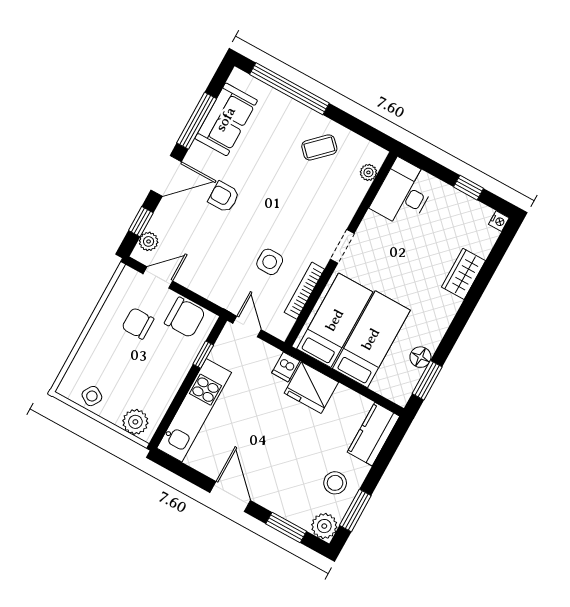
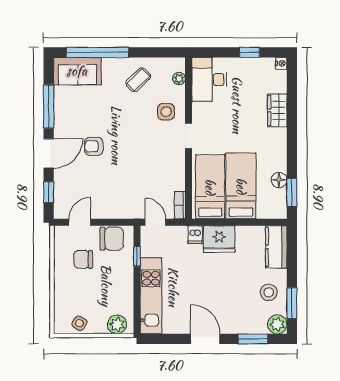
sofa: (226, 119) -> (77, 71), moved, turned 90
plant: (149, 241) -> (61, 202), removed
side table: (270, 262) -> (166, 112), moved
bookcase: (304, 291) -> (180, 205), moved, width x0.64

